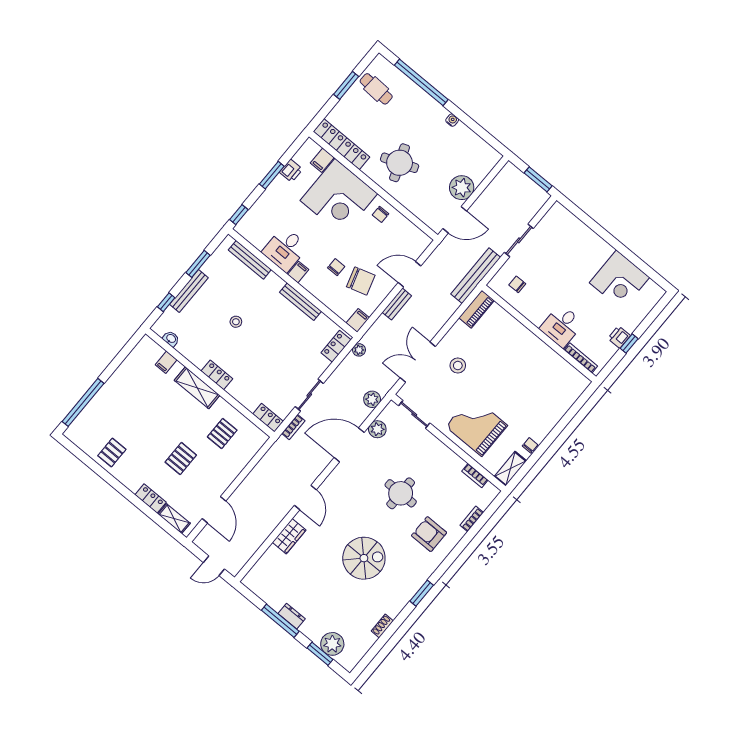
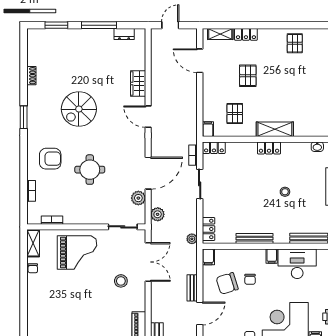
desk: (285, 249) -> (297, 264), width x1.37
filing cabinet: (166, 362) -> (208, 129), moved
dresser: (292, 616) -> (124, 34), moved
plant: (332, 644) -> (54, 38), removed

